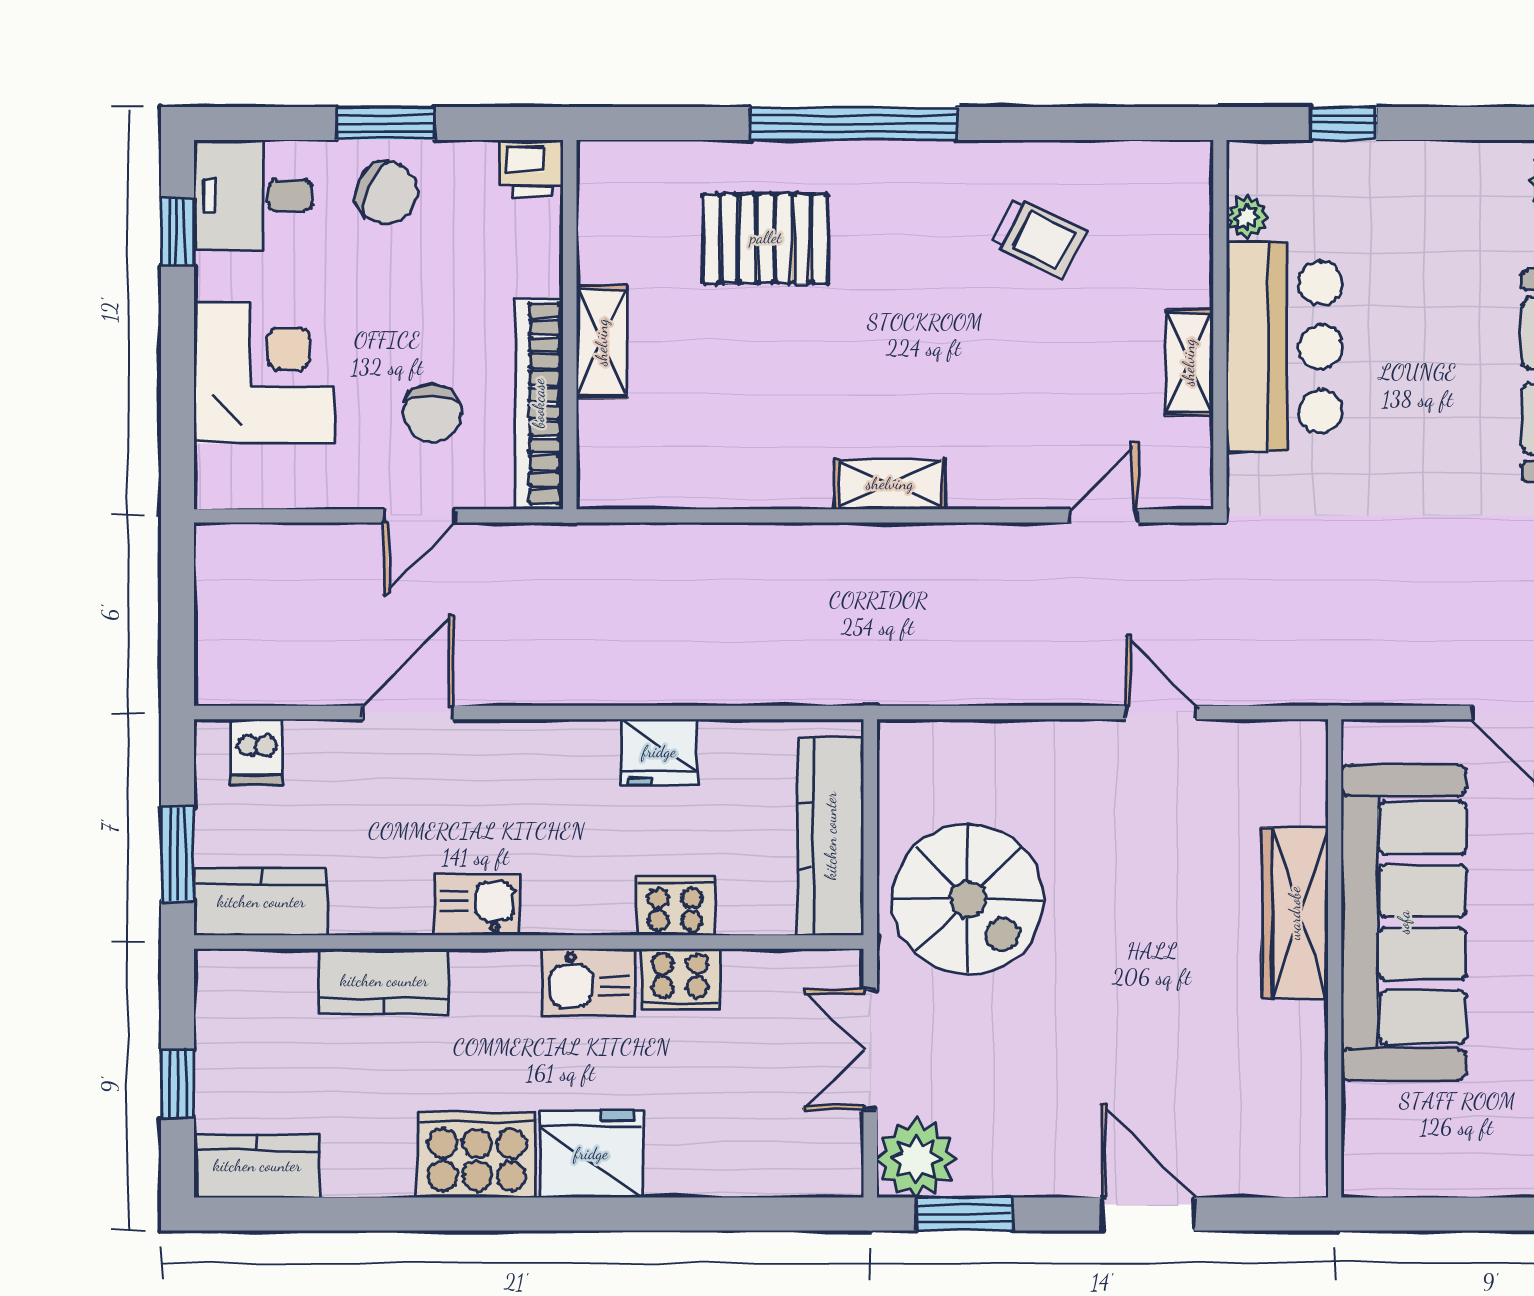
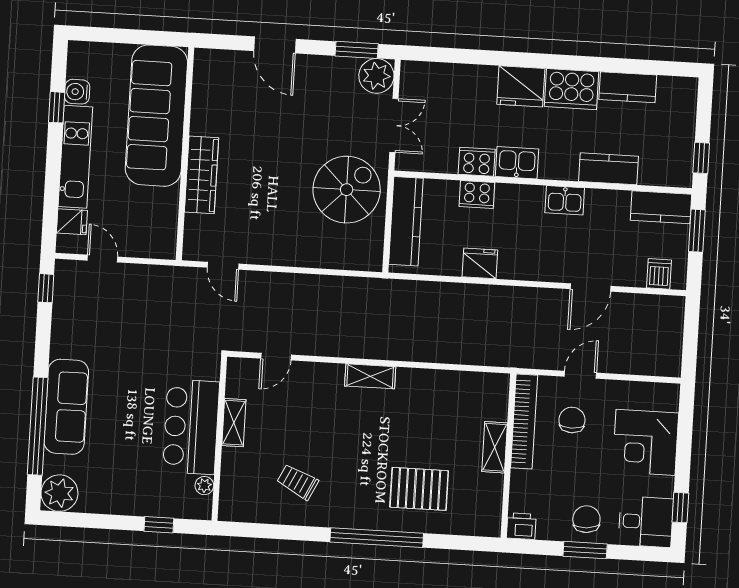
chair: (386, 193) -> (586, 519), turned 62
door: (1161, 713) -> (223, 266), moved
spiral stairs: (968, 899) -> (347, 190), turned 90
sofa: (1404, 922) -> (156, 116), moved
window: (177, 1084) -> (701, 158), moved
kitchen counter: (257, 1166) -> (628, 87), moved

